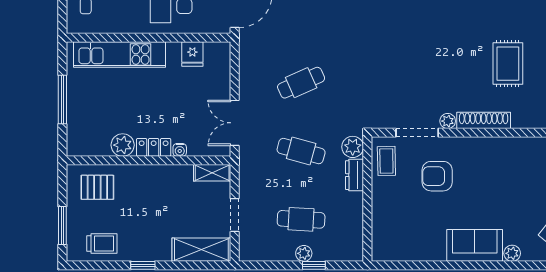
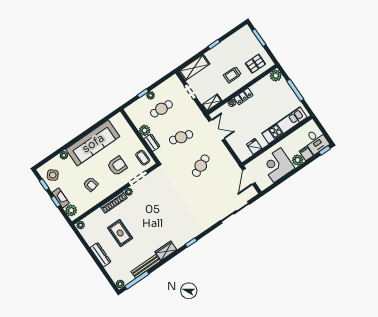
plant: (123, 145) -> (276, 76), moved
plant: (353, 147) -> (145, 130), moved
armchair: (501, 176) -> (91, 184), added
trolley: (102, 243) -> (232, 75), moved
sofa: (475, 245) -> (93, 143), width x1.85, depth x1.27

